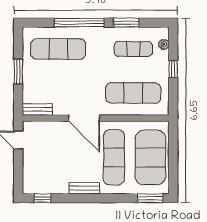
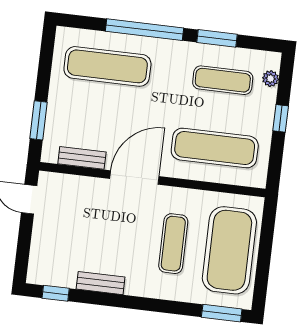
window: (18, 72) -> (39, 120), moved
bench: (37, 110) -> (82, 158), moved
door: (84, 118) -> (134, 177), swing flipped
exercise mat: (114, 157) -> (173, 244), width x0.73, depth x0.69
bench: (84, 188) -> (101, 283), moved

